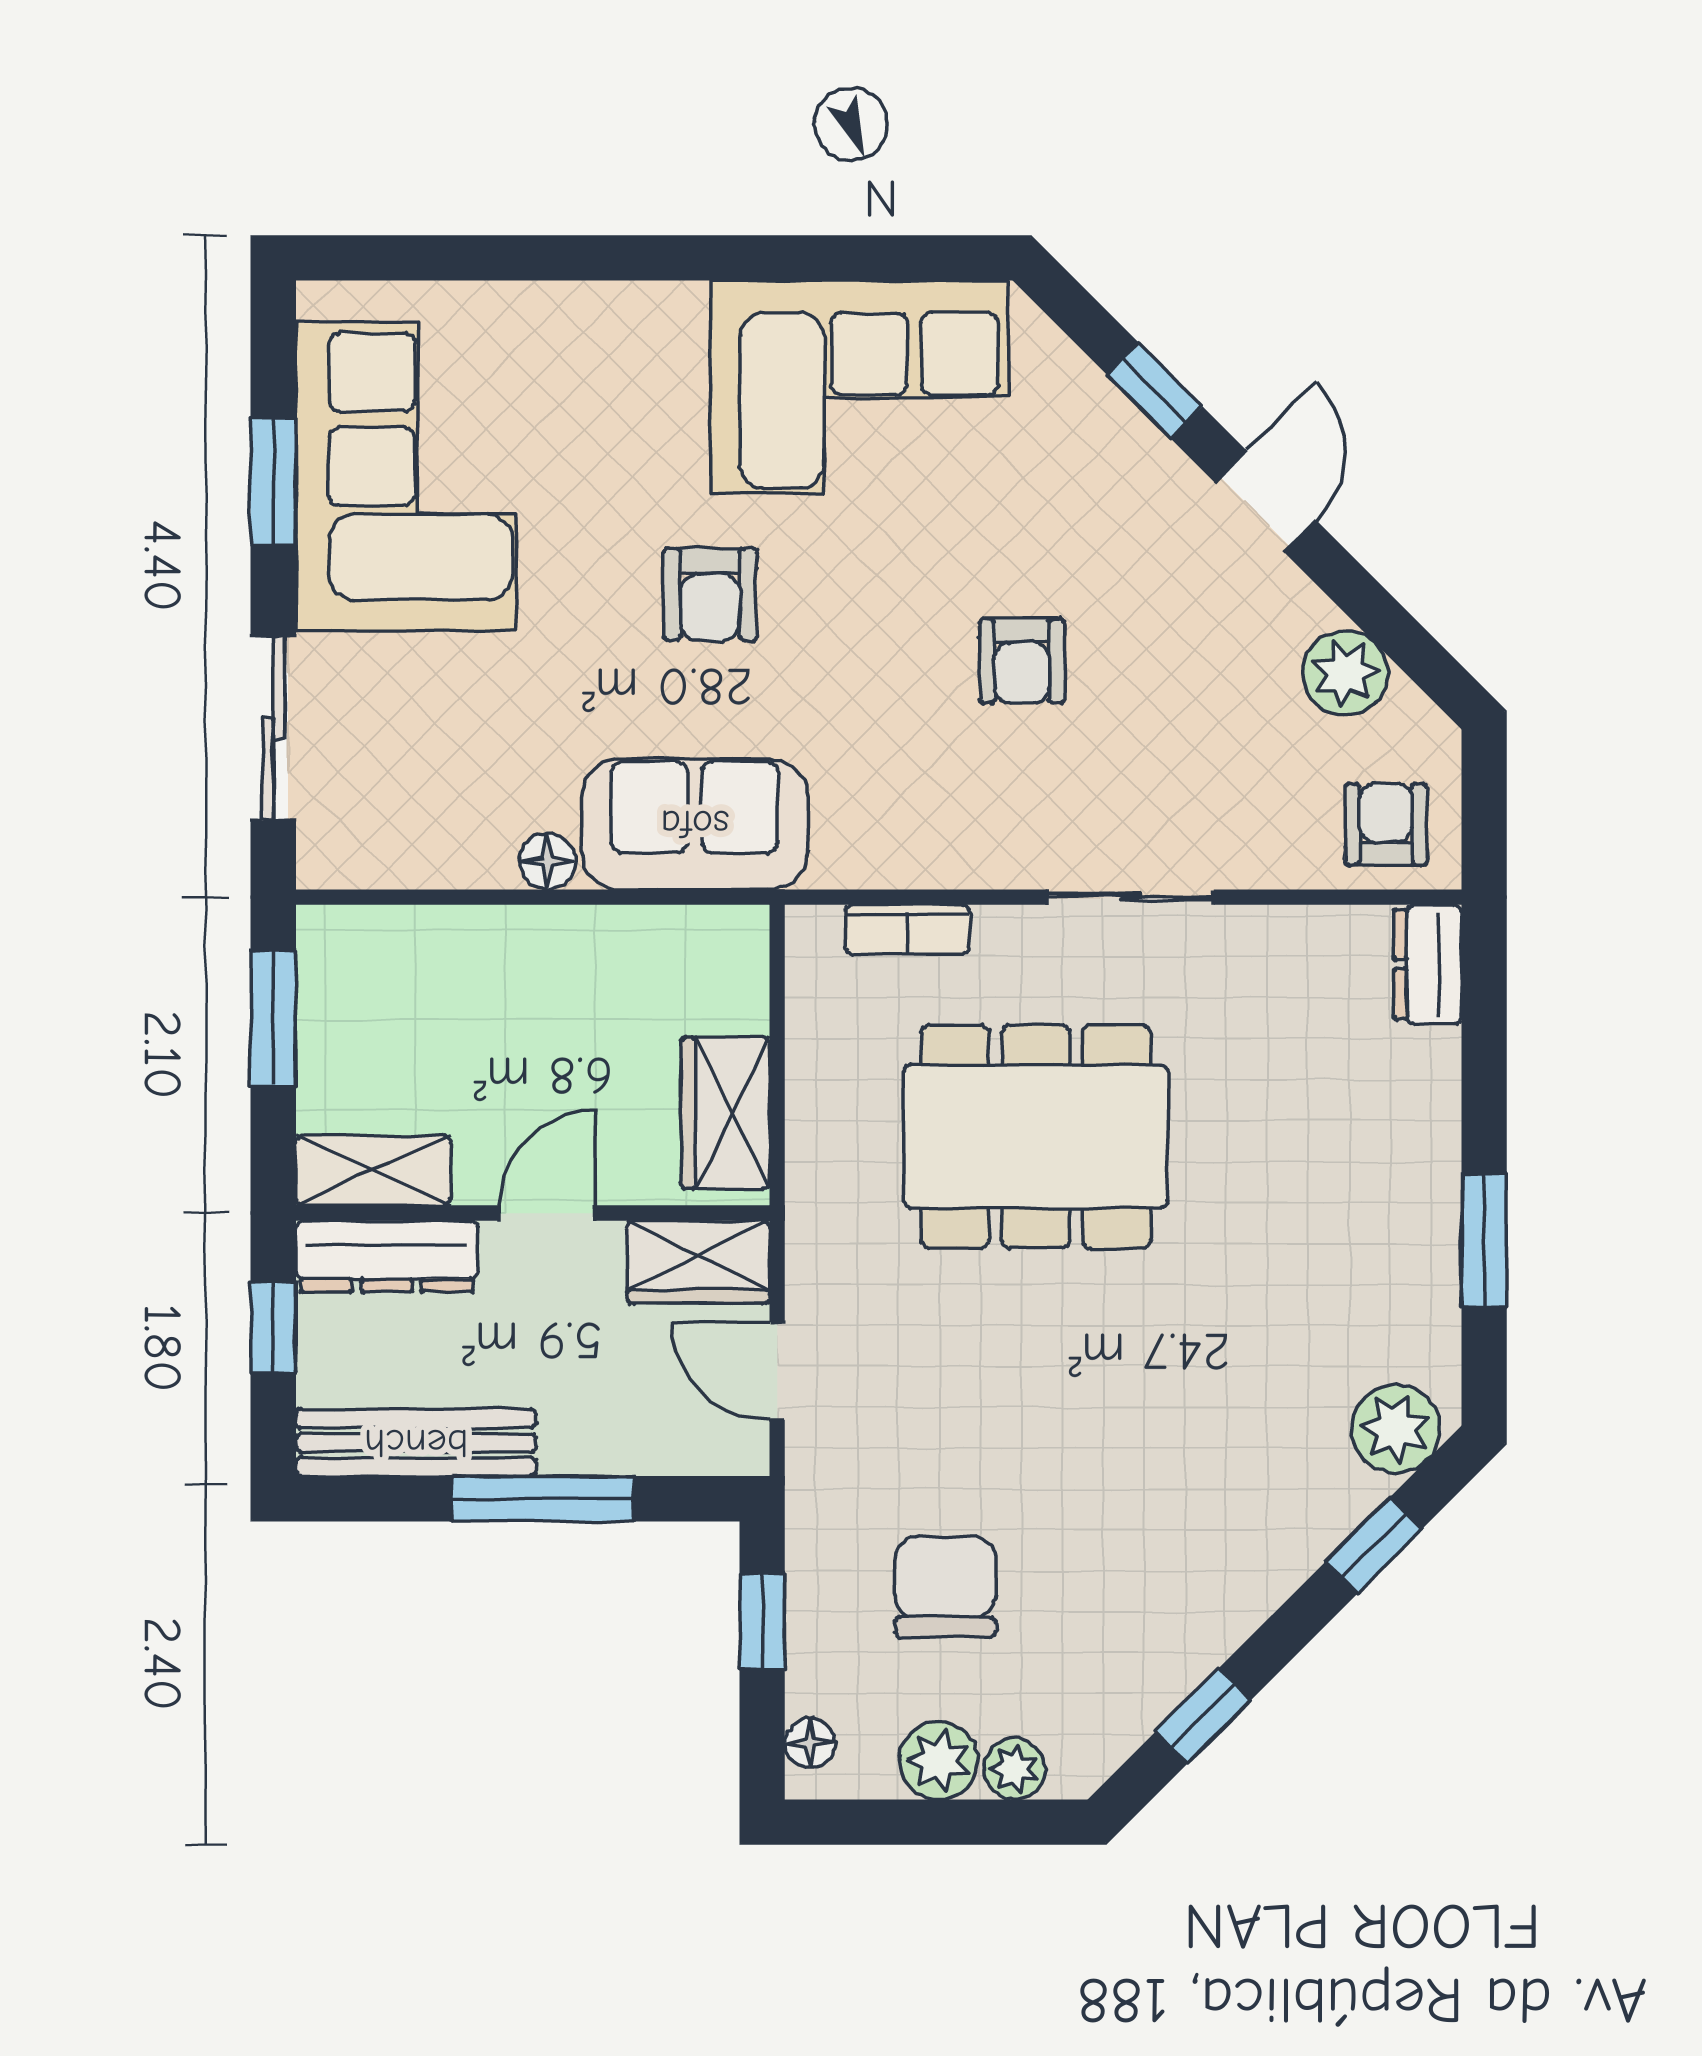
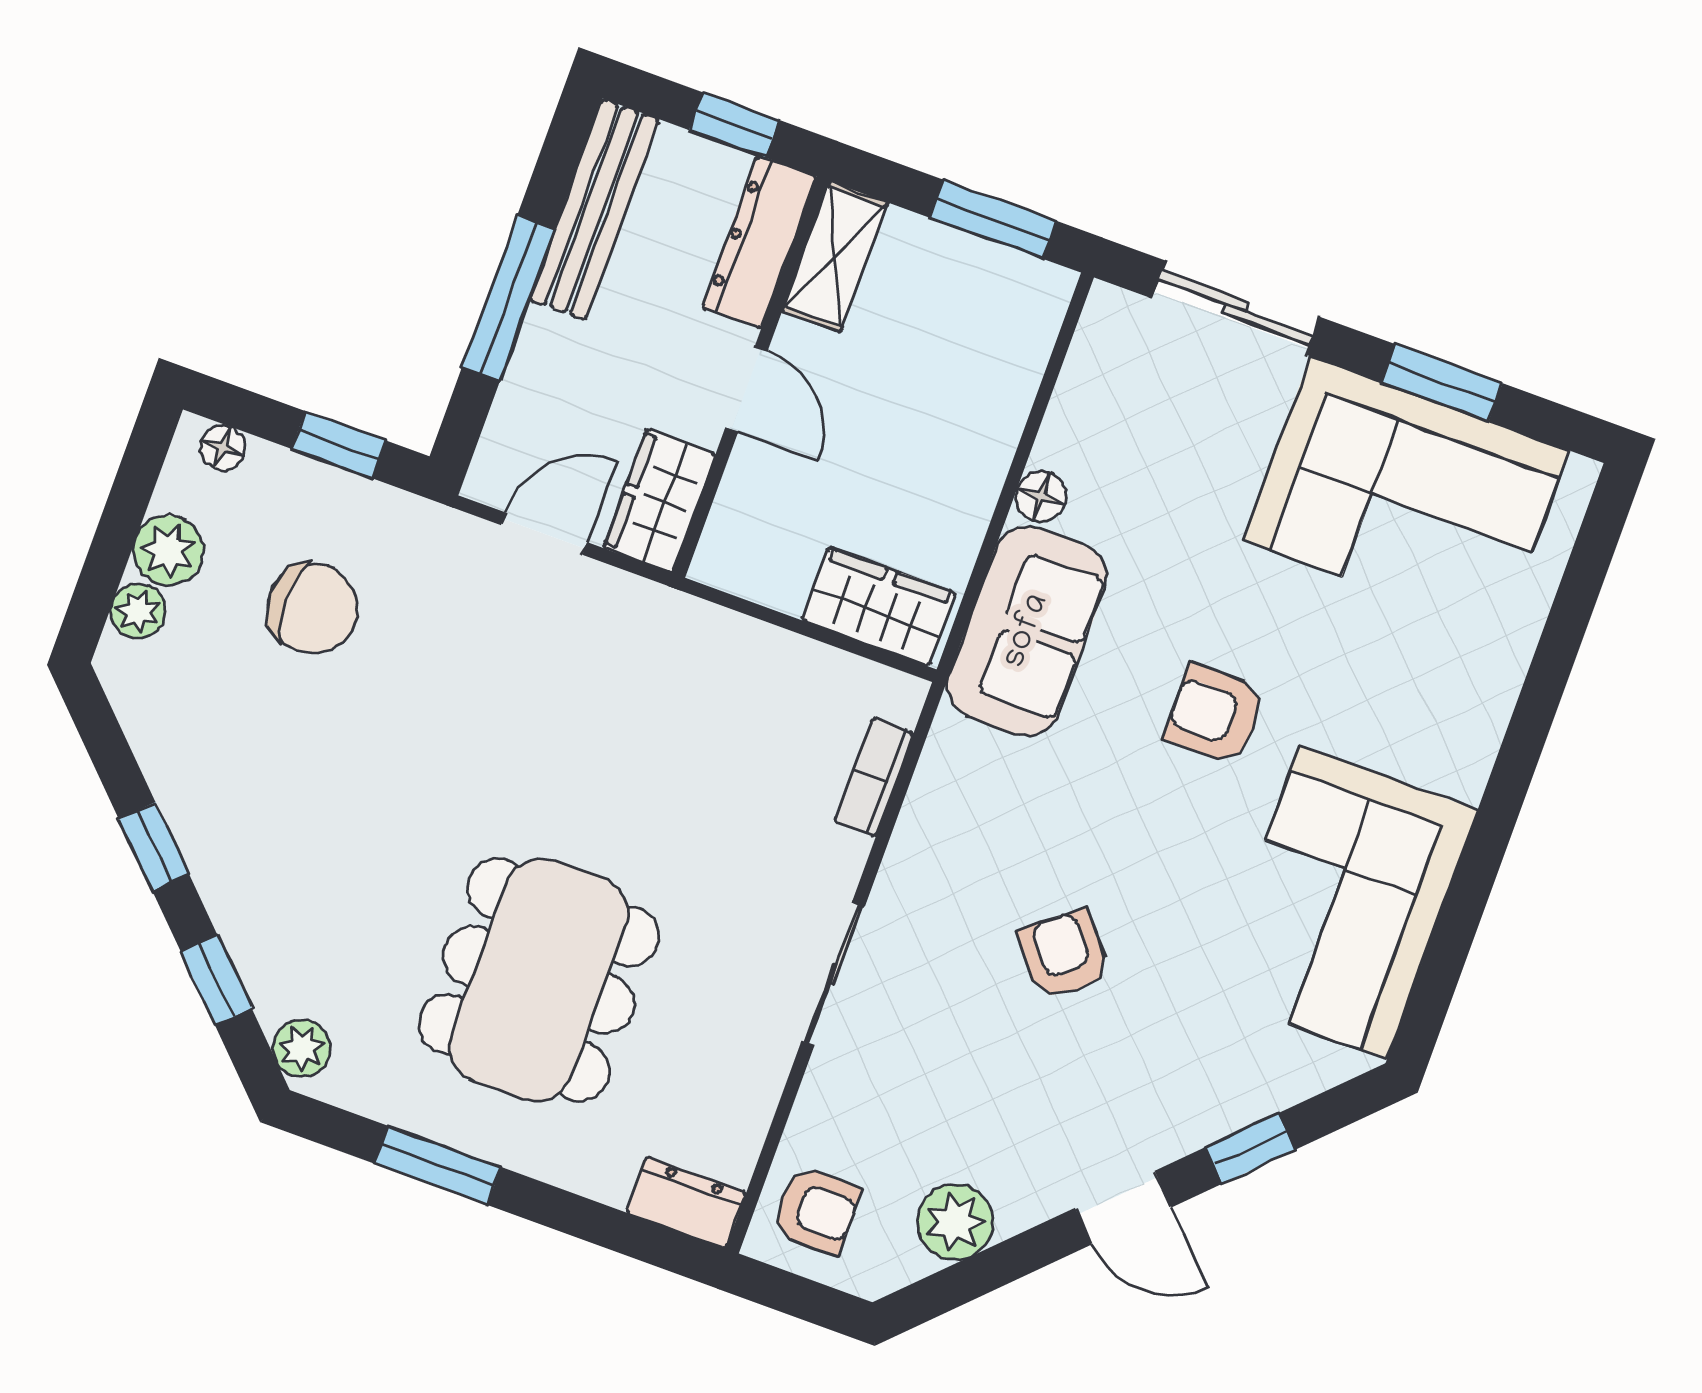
armchair: (1022, 661) -> (1064, 955), turned 51
wardrobe: (726, 1113) -> (879, 607), moved
dining table: (1036, 1137) -> (539, 980), moved
plant: (1396, 1429) -> (302, 1048), width x0.73, depth x0.73
window: (1203, 1716) -> (154, 846), moved

